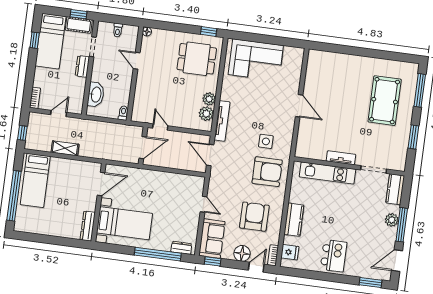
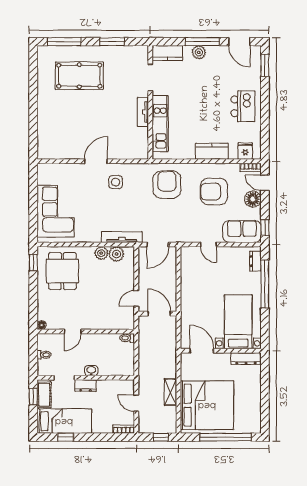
washbasin: (96, 95) -> (91, 371), moved, width x0.52, depth x0.69
side table: (266, 141) -> (116, 182), moved
bed: (35, 180) -> (207, 405), width x2.04
door: (204, 204) -> (208, 245), swing flipped
kitchen island: (334, 256) -> (243, 106), turned 90

